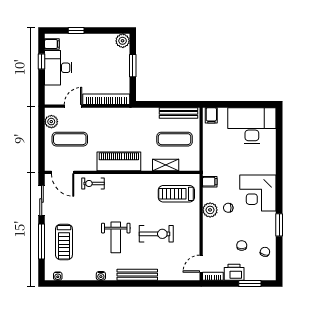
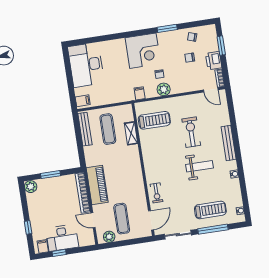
piano: (119, 161) -> (97, 185), moved, turned 180
treadmill: (176, 194) -> (154, 120), turned -90

